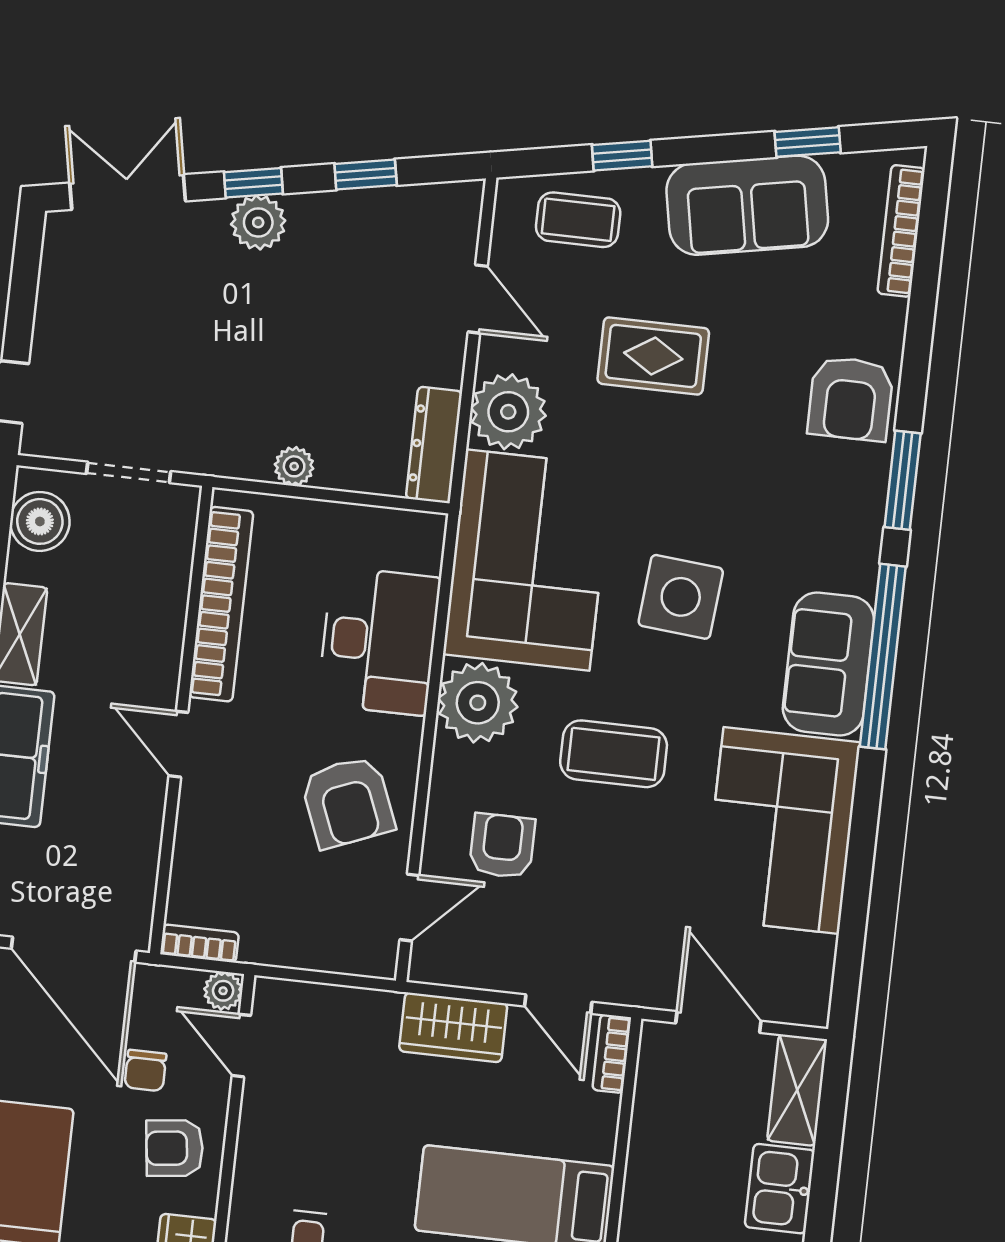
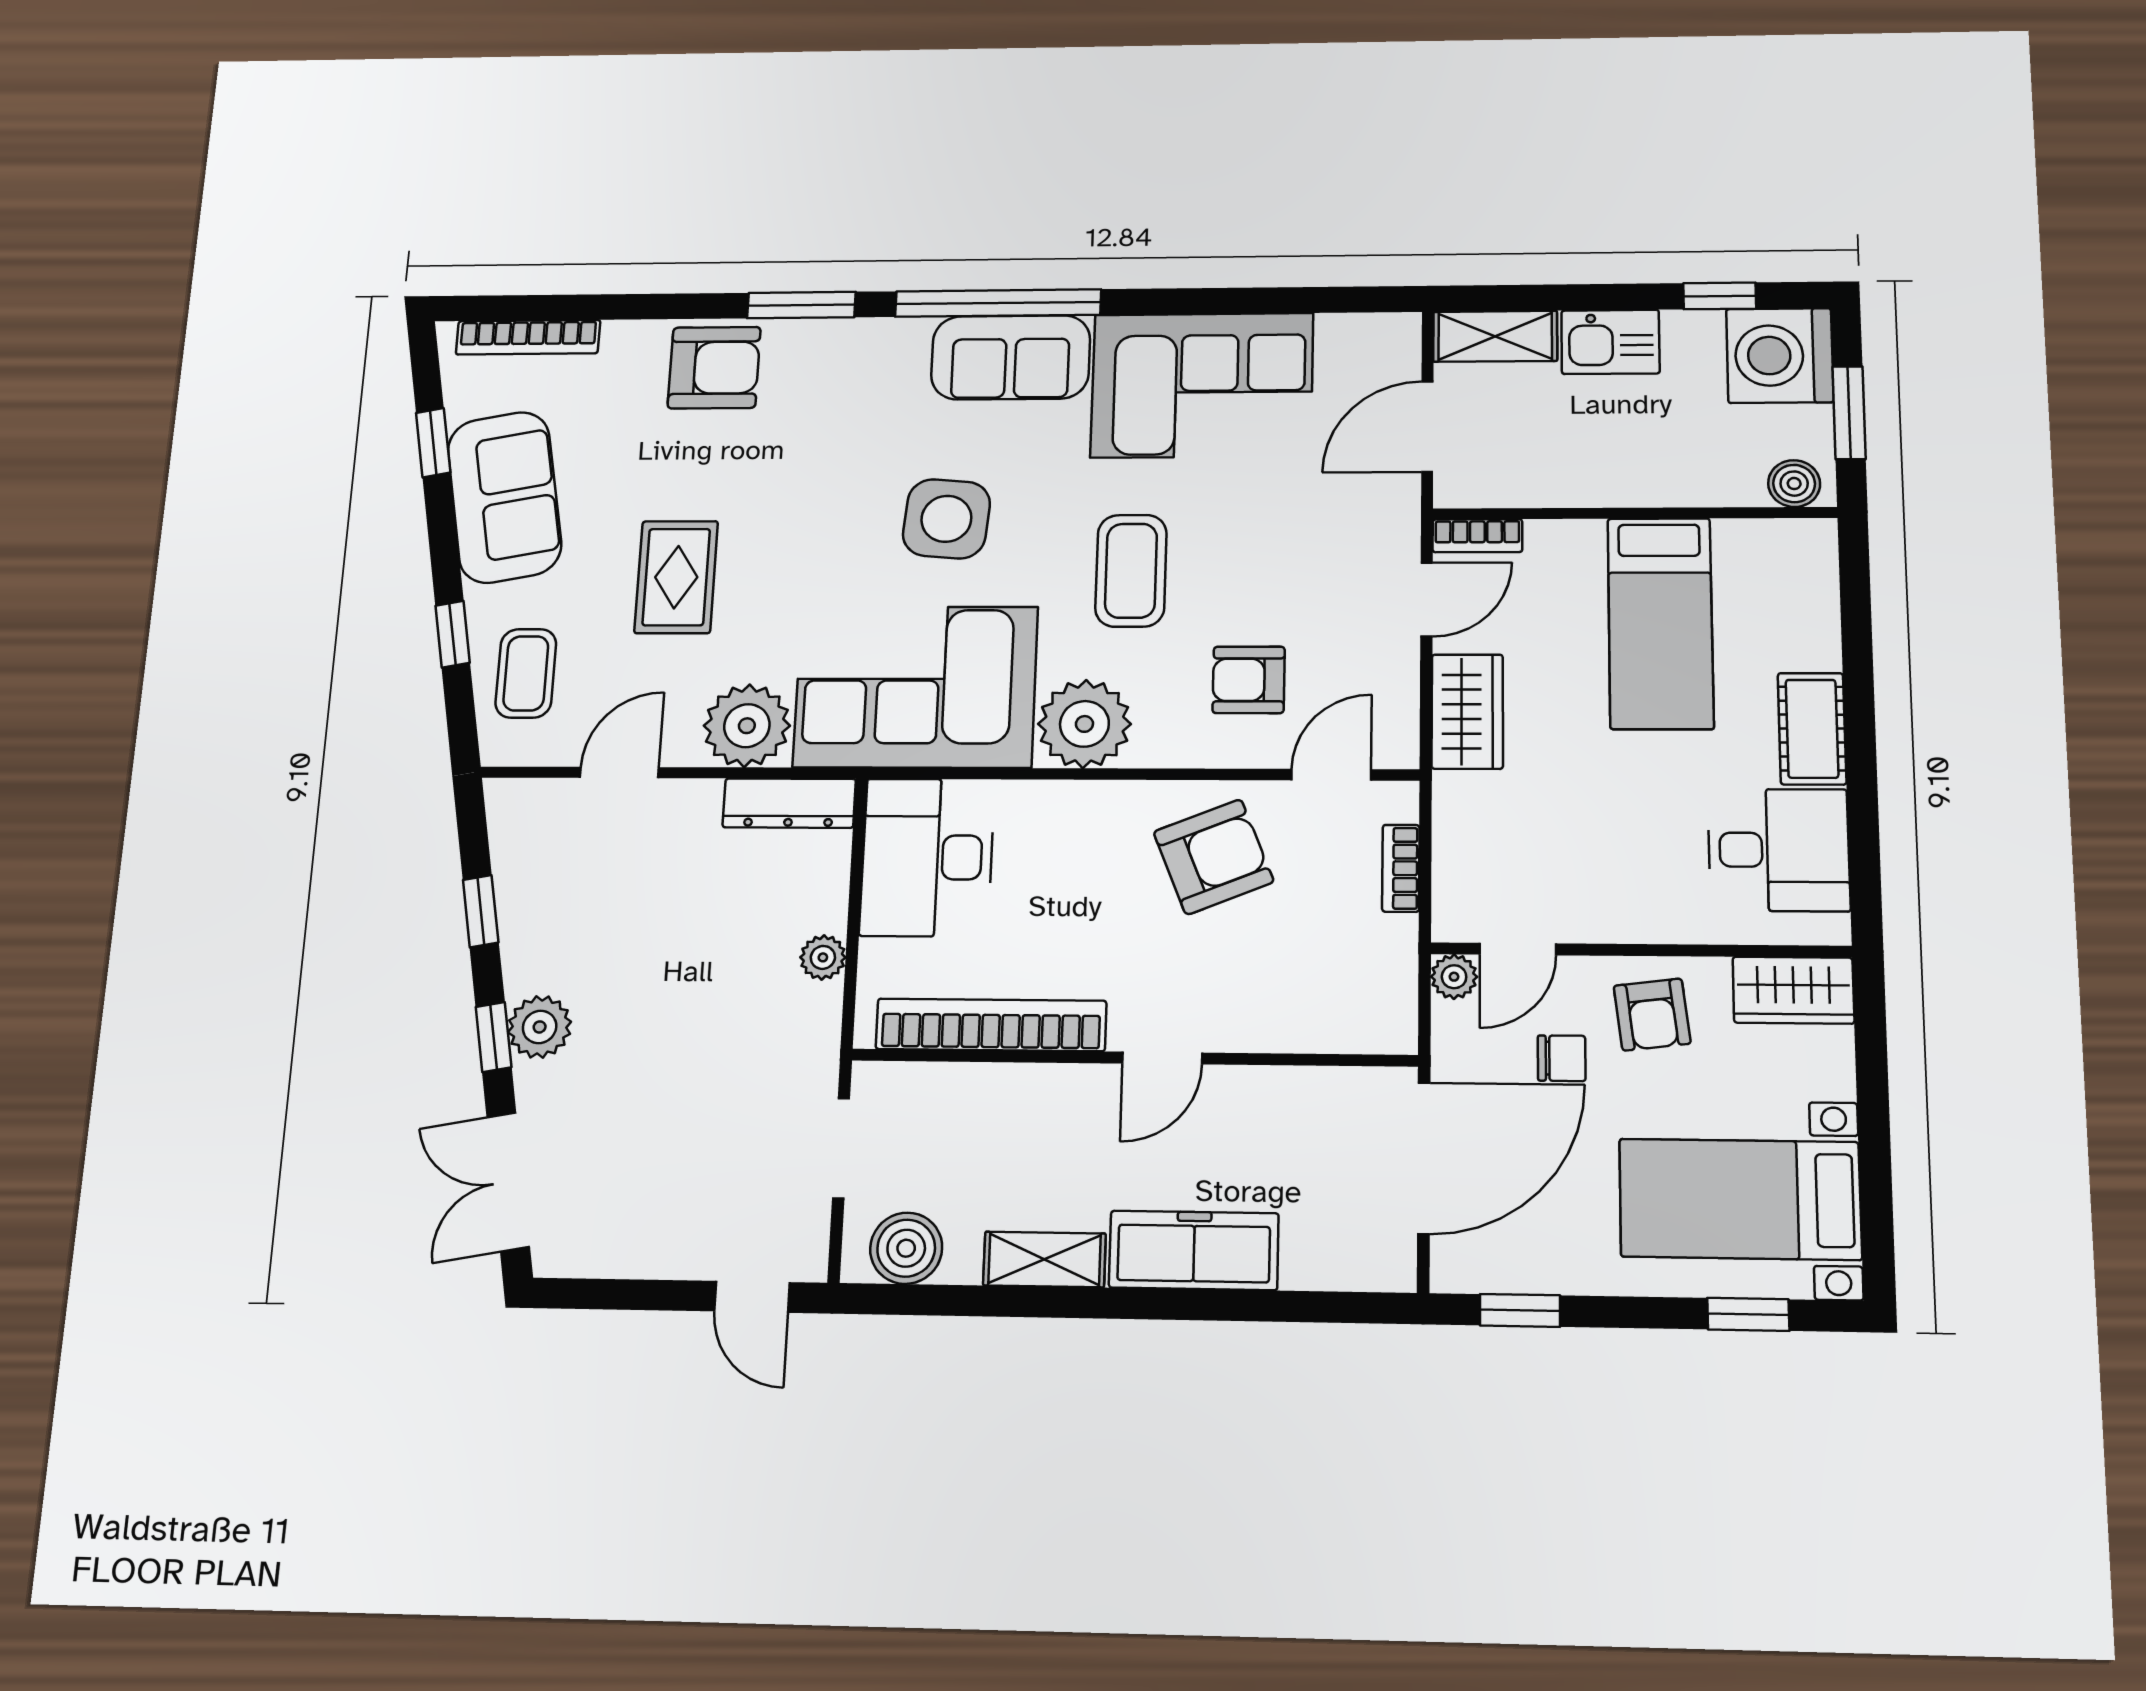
desk: (379, 641) -> (927, 857), moved, turned -90
door: (409, 908) -> (1331, 775), hinge flipped
bookcase: (199, 943) -> (1401, 868), moved

